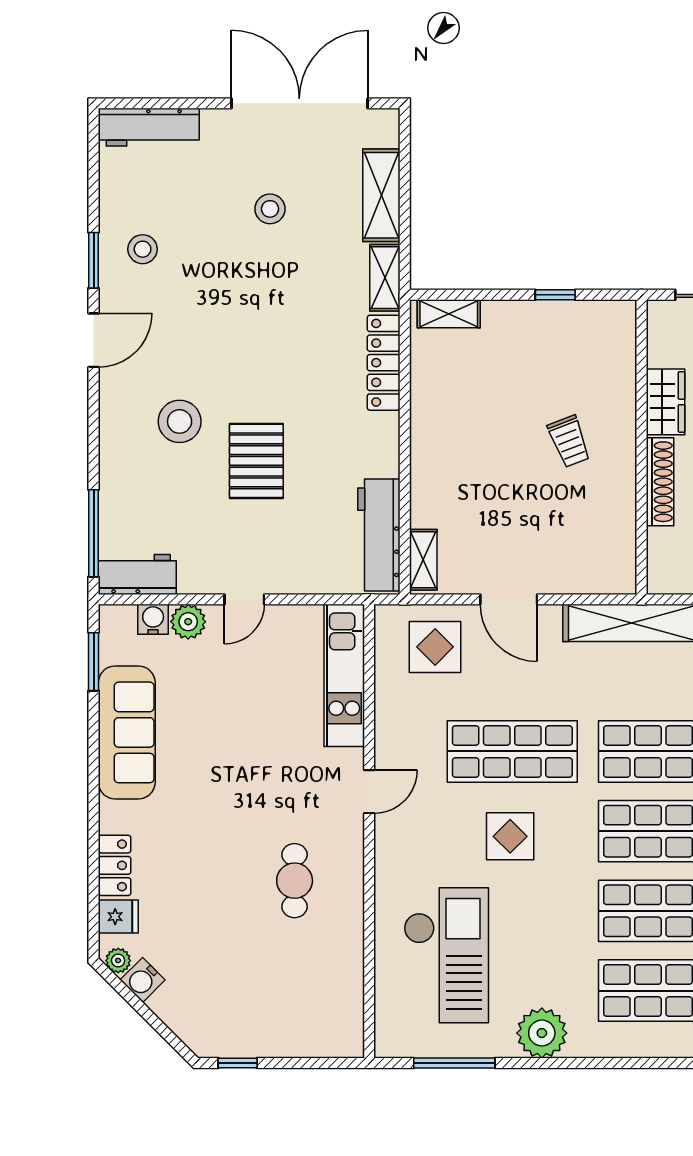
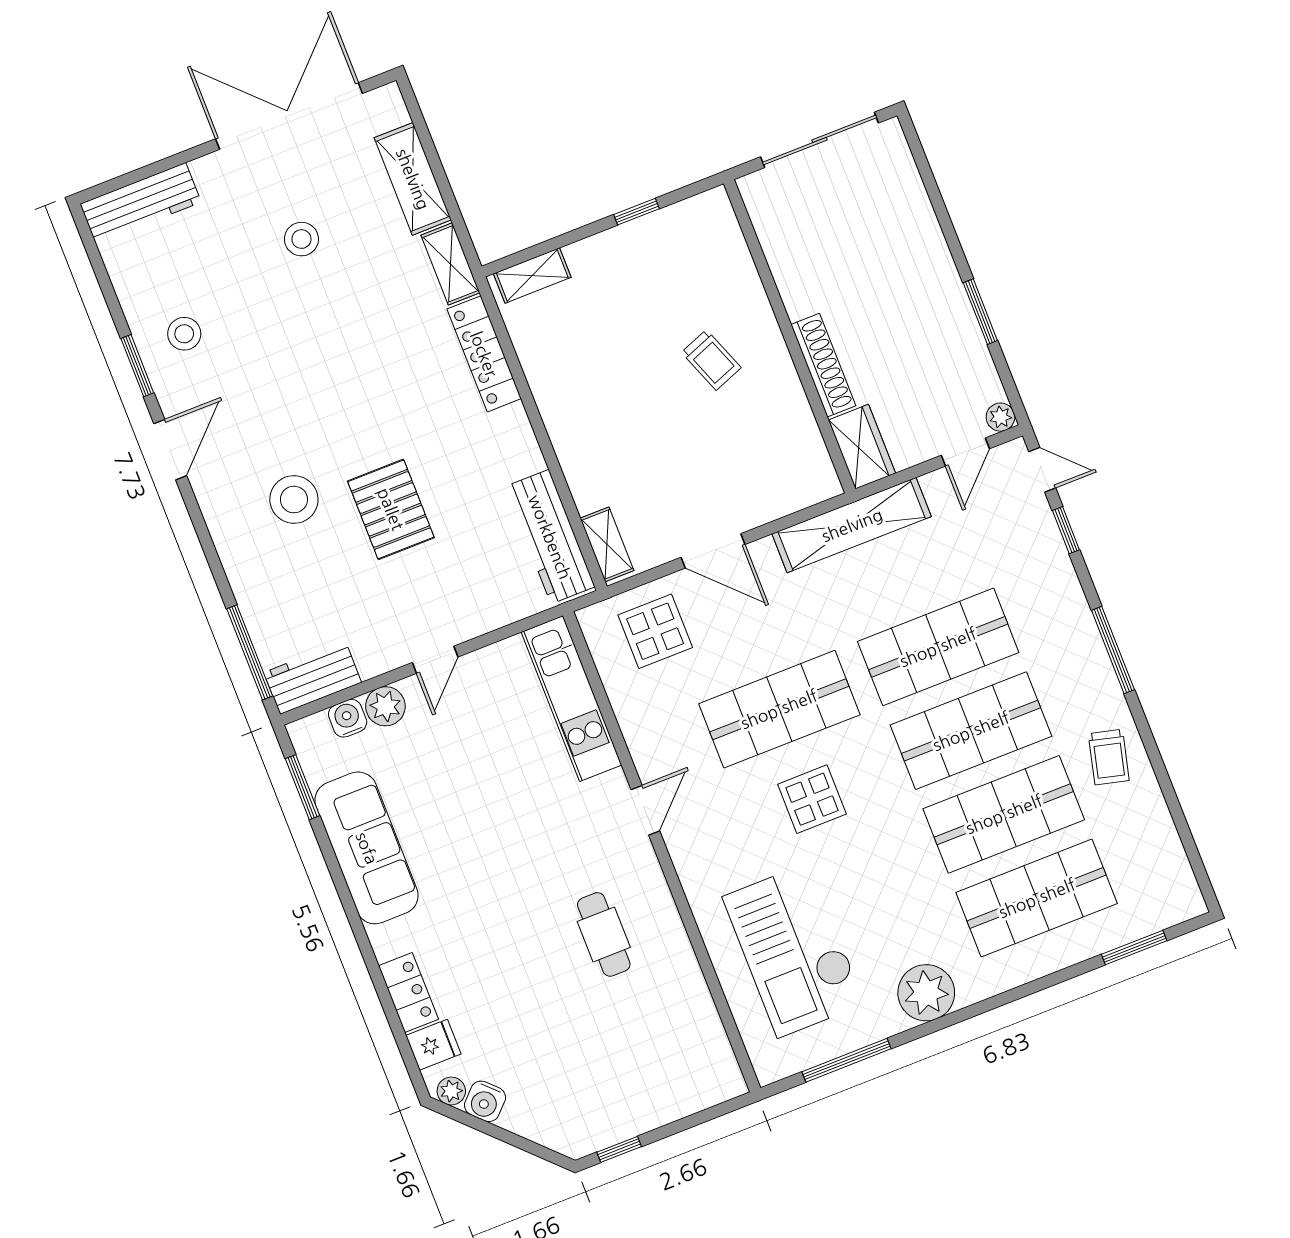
wardrobe: (665, 402) -> (862, 447), moved
checkout: (446, 955) -> (794, 950), turned 180

